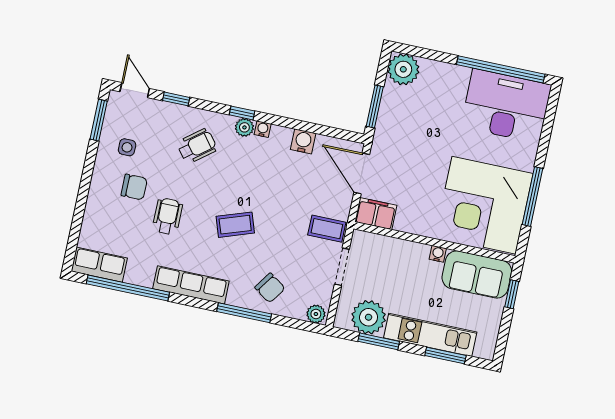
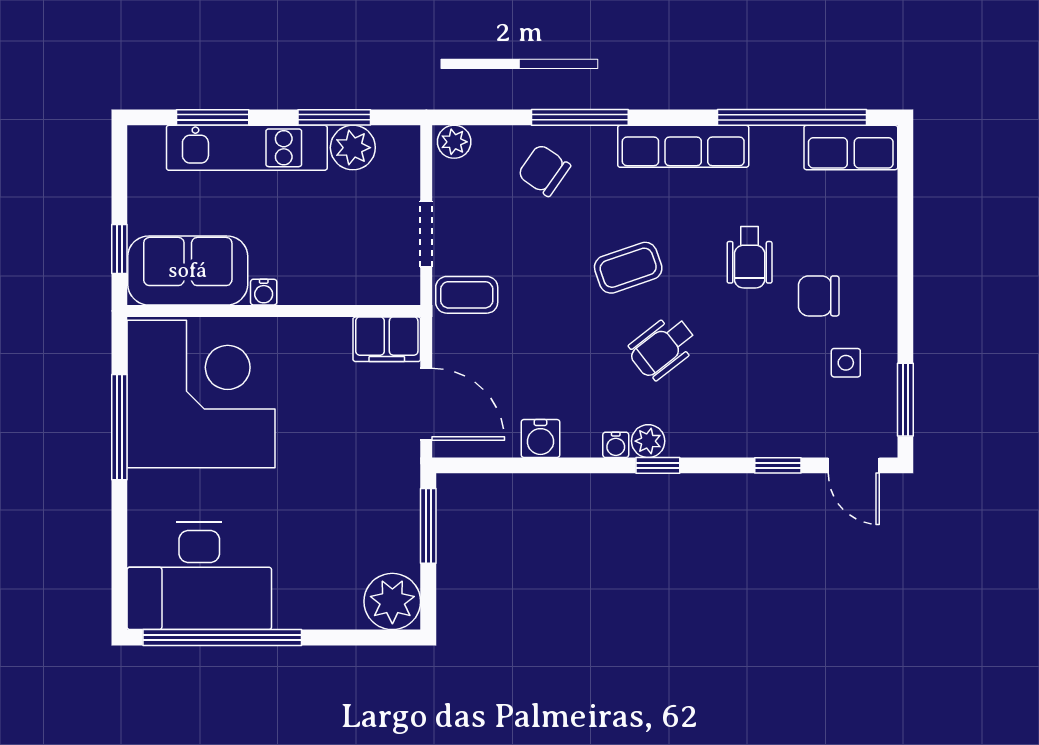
wheelchair: (197, 146) -> (663, 347), moved
plant: (369, 317) -> (353, 148), width x0.73, depth x0.73

